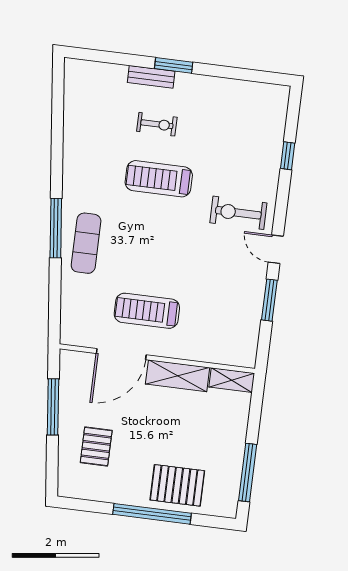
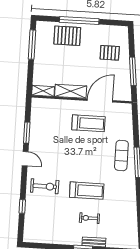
exercise bike: (238, 213) -> (45, 186), moved
pallet: (96, 446) -> (110, 53), turned 90

